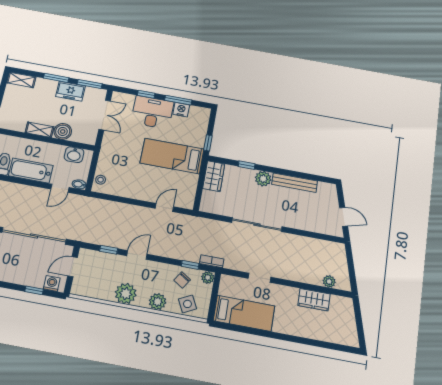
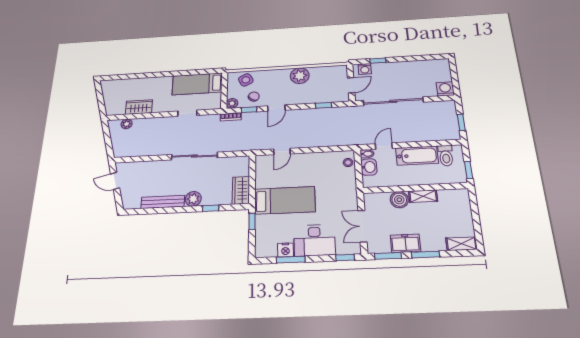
window: (146, 94) -> (345, 258), moved
washbasin: (74, 155) -> (369, 167), moved, turned 90
door: (137, 255) -> (276, 108), moved
plant: (158, 302) -> (271, 76), removed

